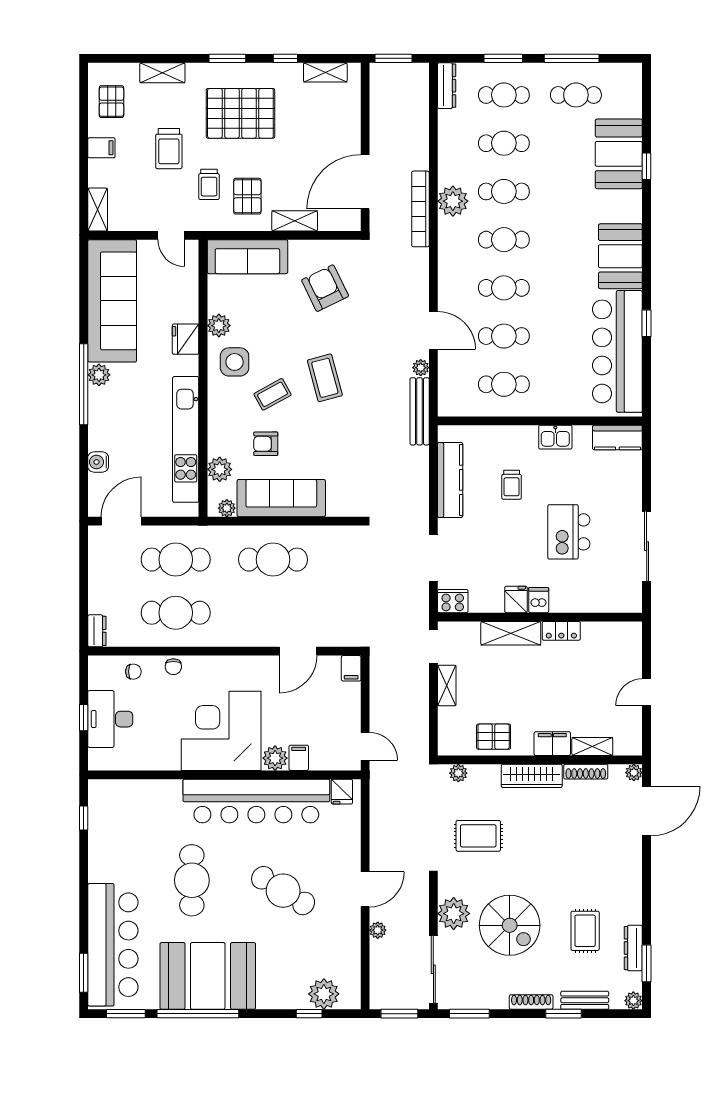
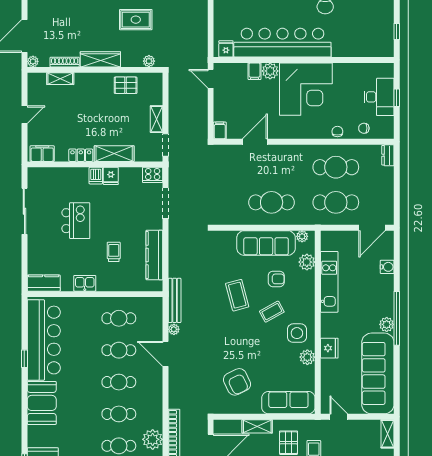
coffee table: (325, 378) -> (237, 295), moved
kitchen unit: (186, 439) -> (329, 282), width x0.73
filing cabinet: (552, 744) -> (42, 154), moved, turned 180

